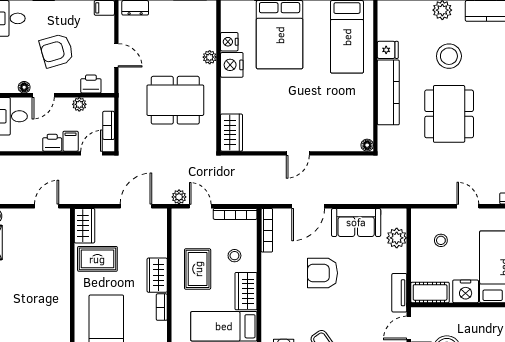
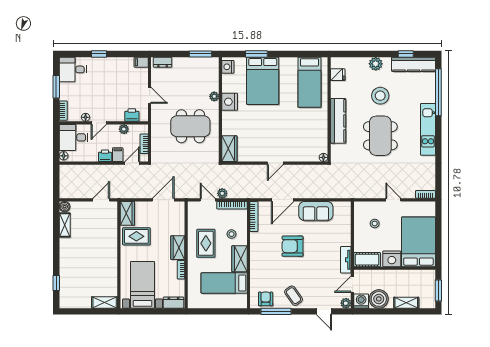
nightstand: (229, 42) -> (228, 67), moved
fridge: (388, 50) -> (338, 75), moved
armchair: (57, 51) -> (108, 92), removed
plant: (179, 197) -> (222, 193), moved
plant: (397, 238) -> (344, 222), removed

